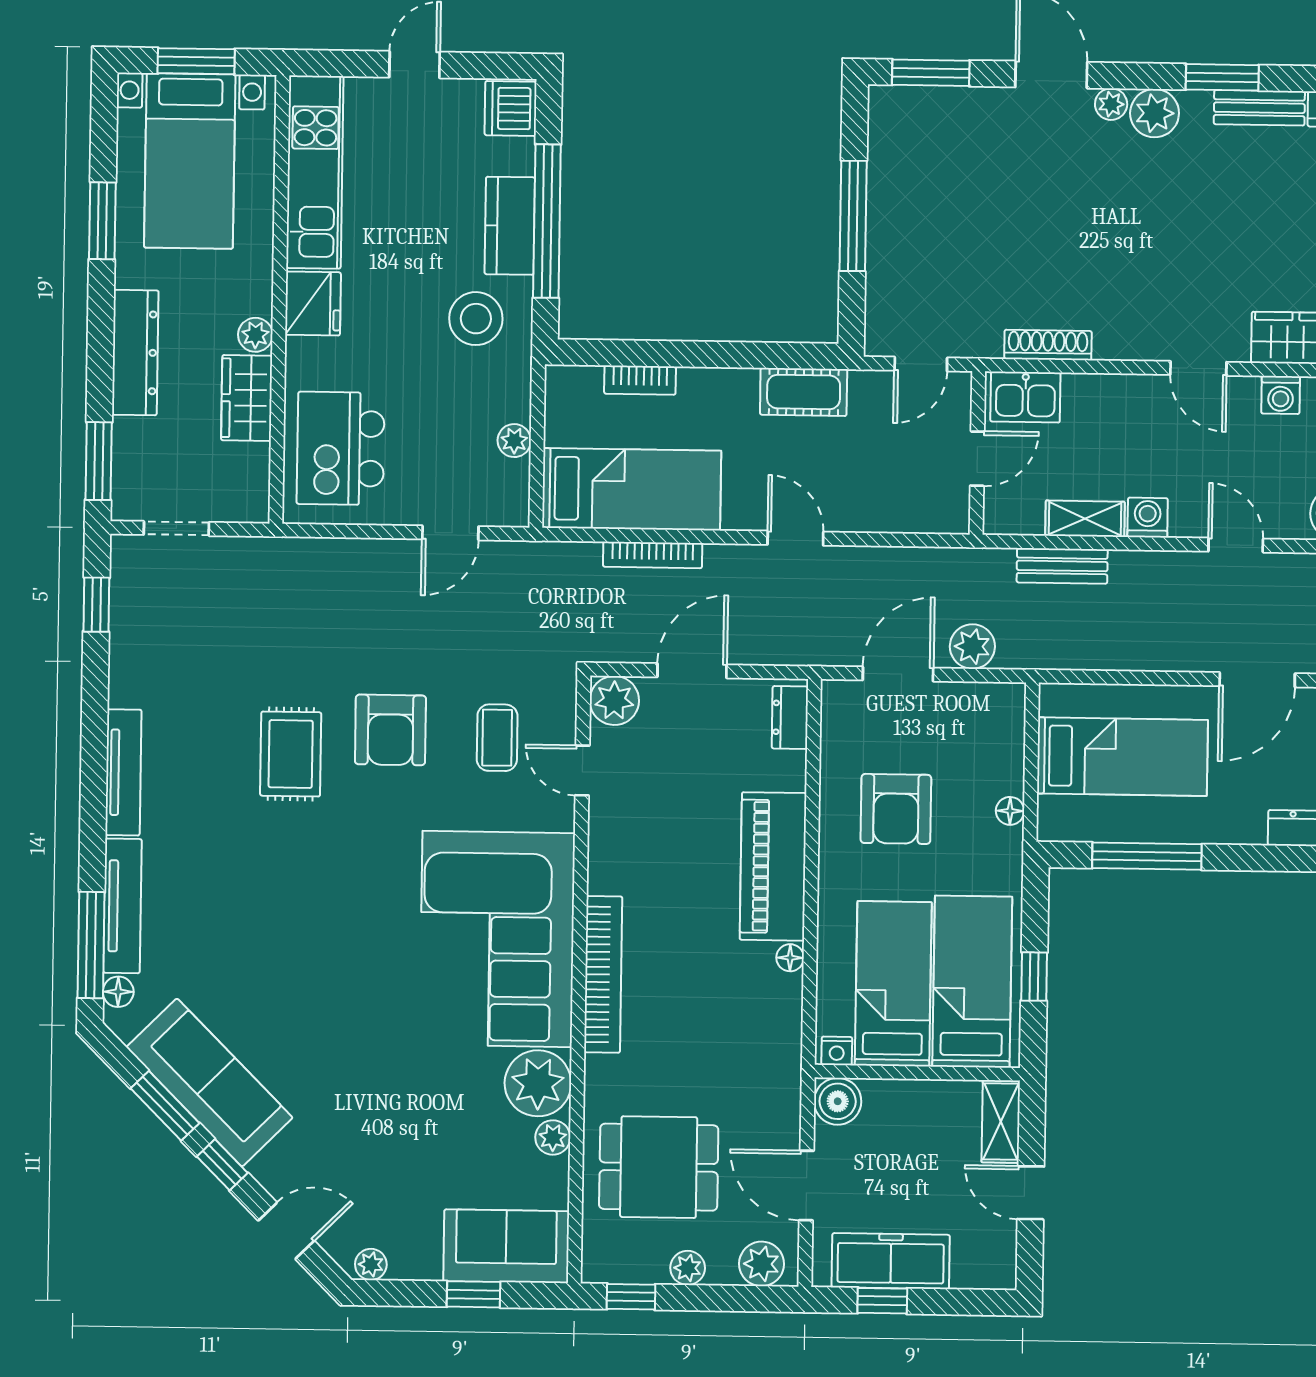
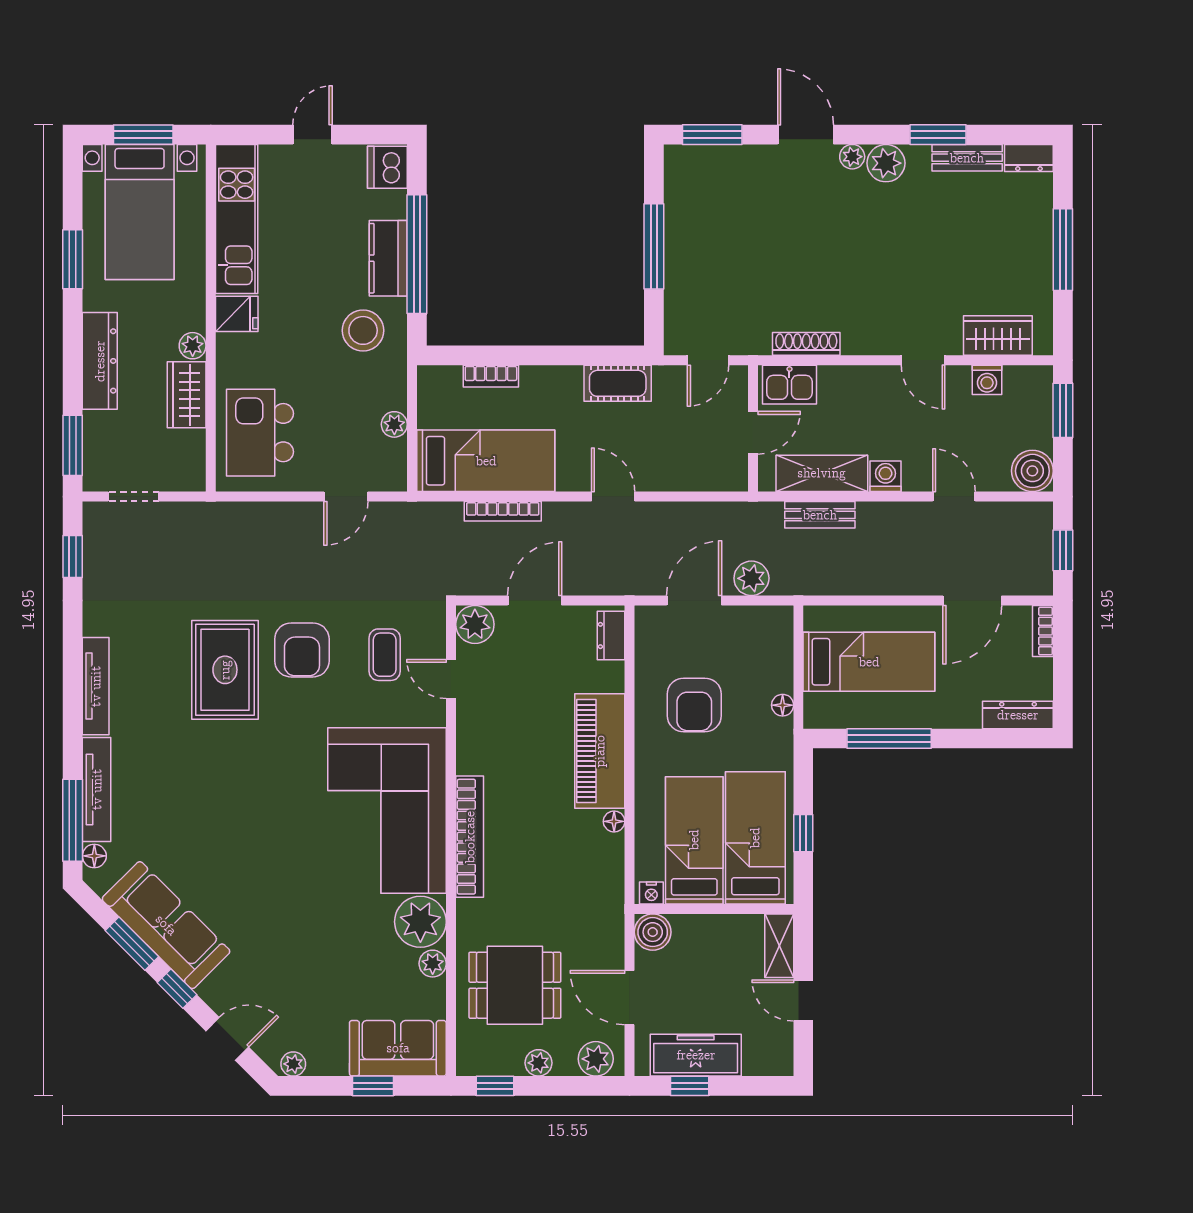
fridge: (313, 304) -> (237, 314), width x0.72
shelving: (1085, 519) -> (822, 473), width x1.50, depth x1.33
rug: (291, 754) -> (225, 670), width x1.36, depth x1.43

